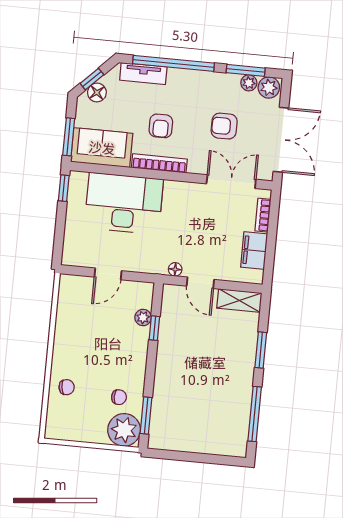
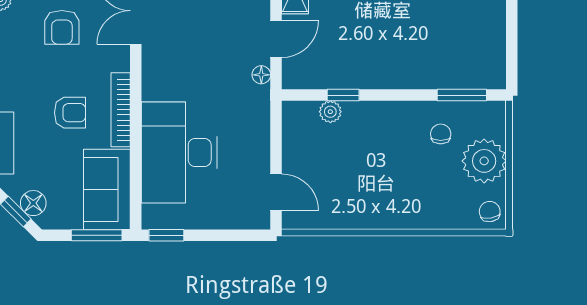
door: (108, 274) -> (276, 192), moved
chair: (67, 387) -> (490, 212), moved
plant: (124, 430) -> (484, 161), moved

